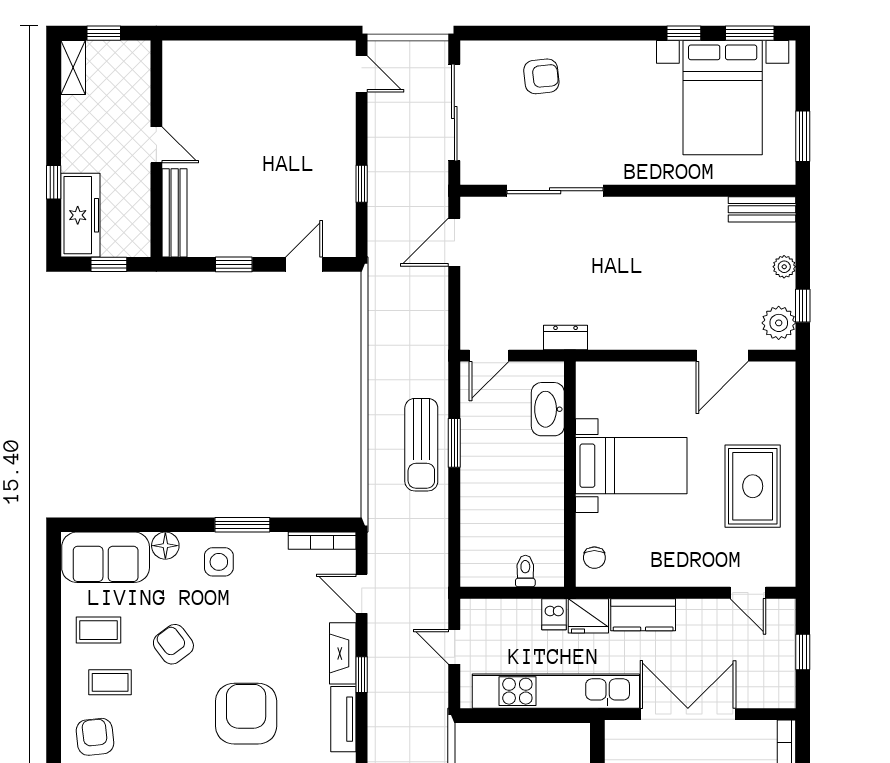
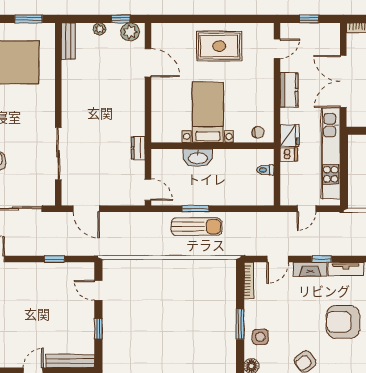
washbasin: (548, 409) -> (198, 158), moved
kitchen counter: (643, 615) -> (289, 90), moved

